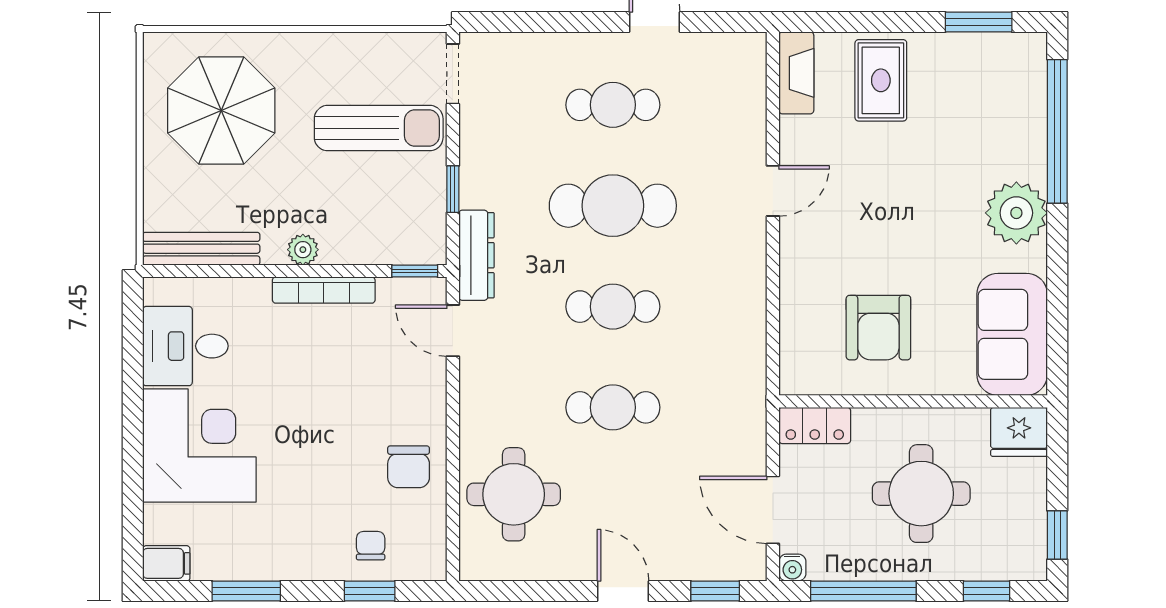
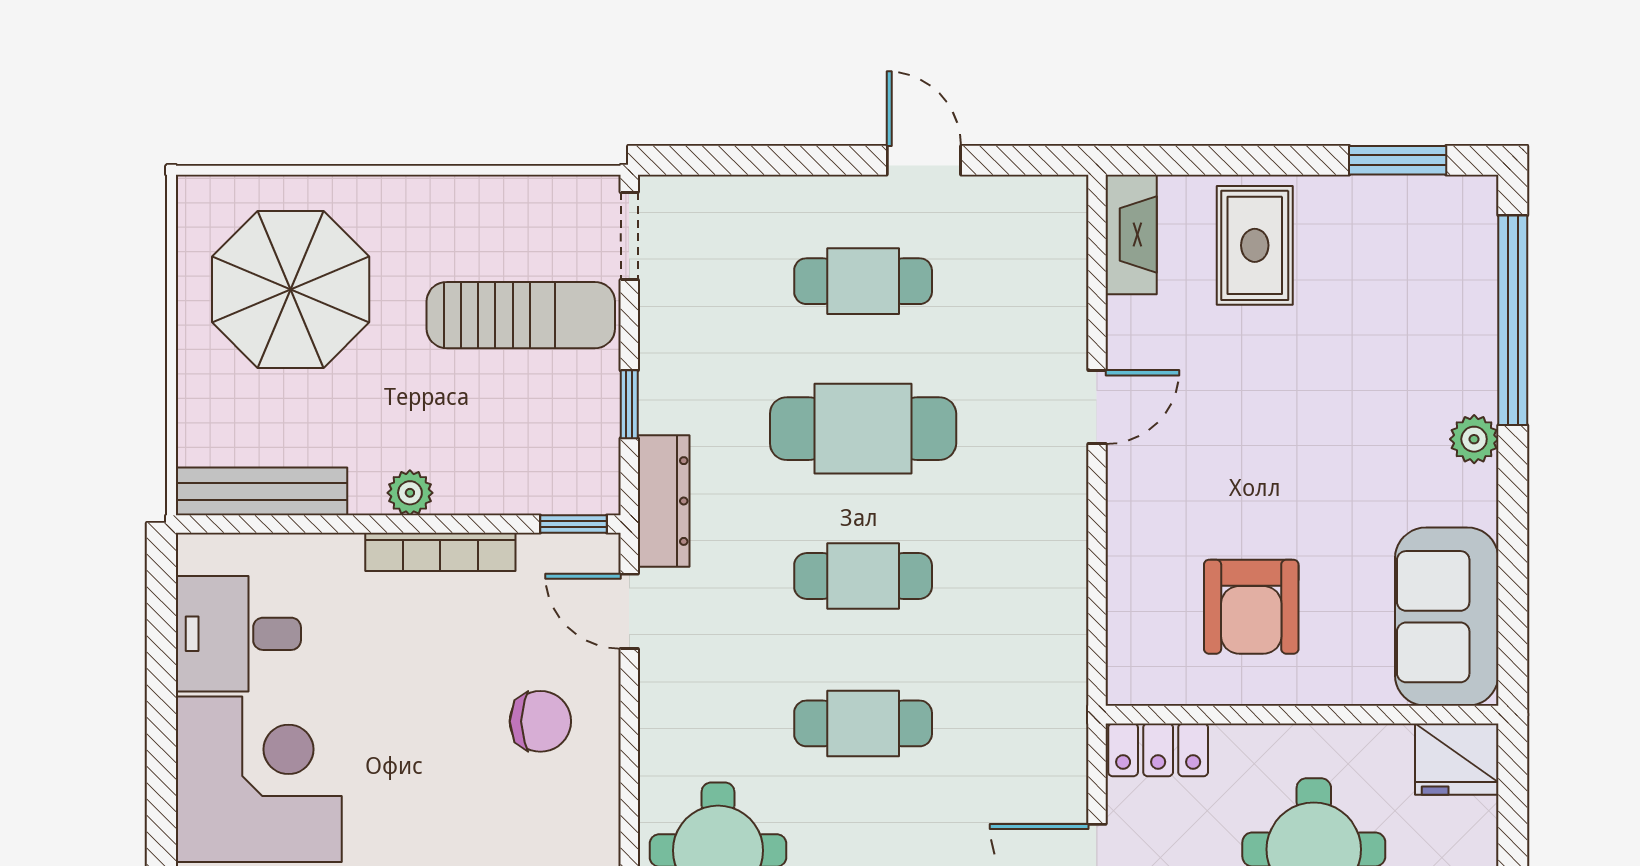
plant: (1016, 213) -> (1474, 439), width x0.53, depth x0.53
chair: (409, 467) -> (540, 721), moved, turned -90

